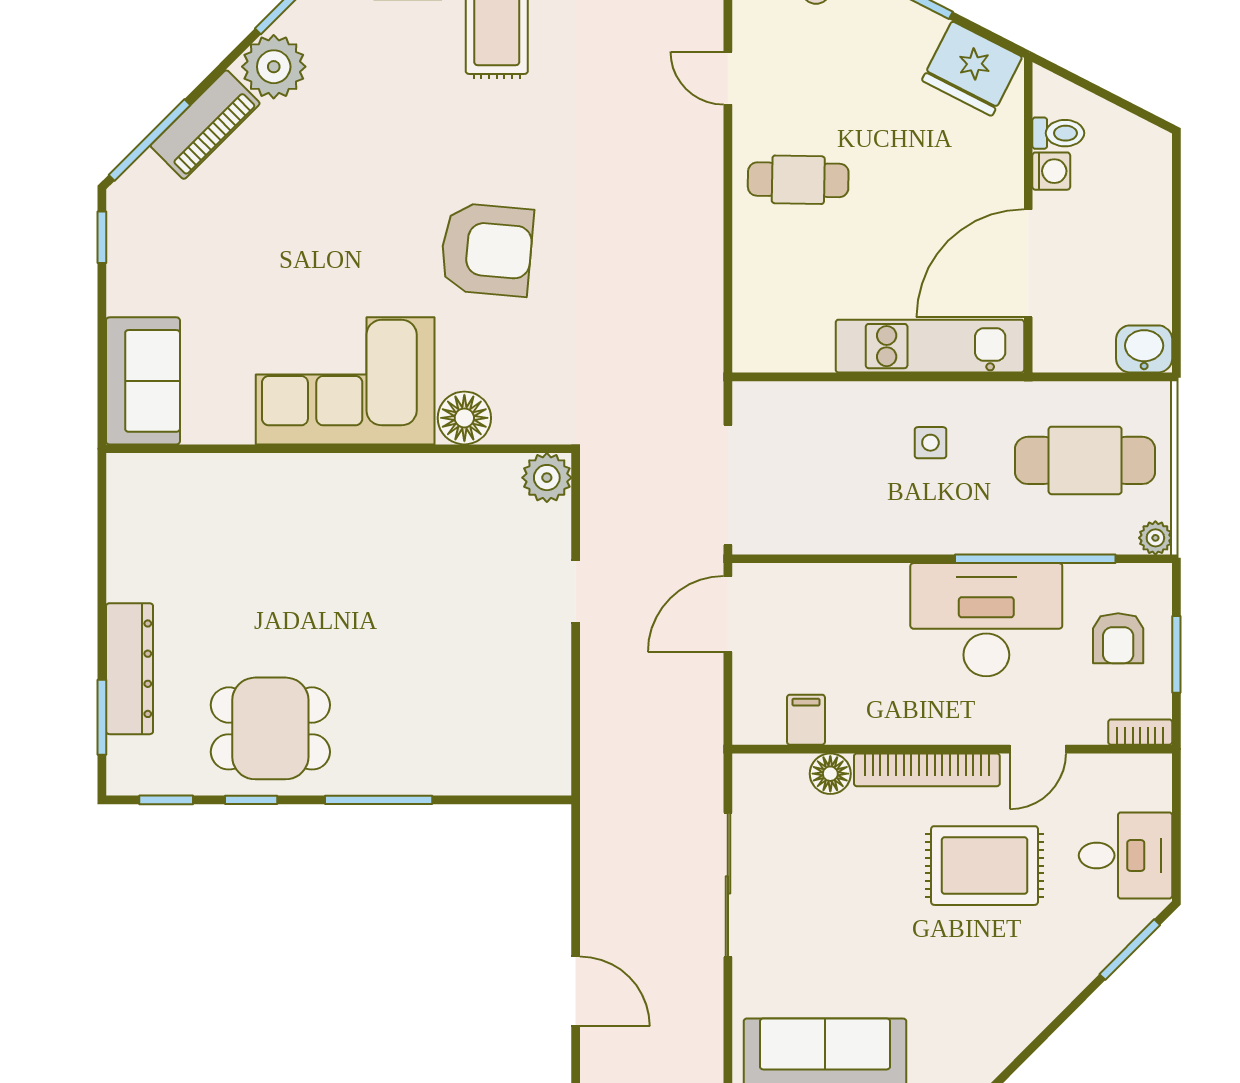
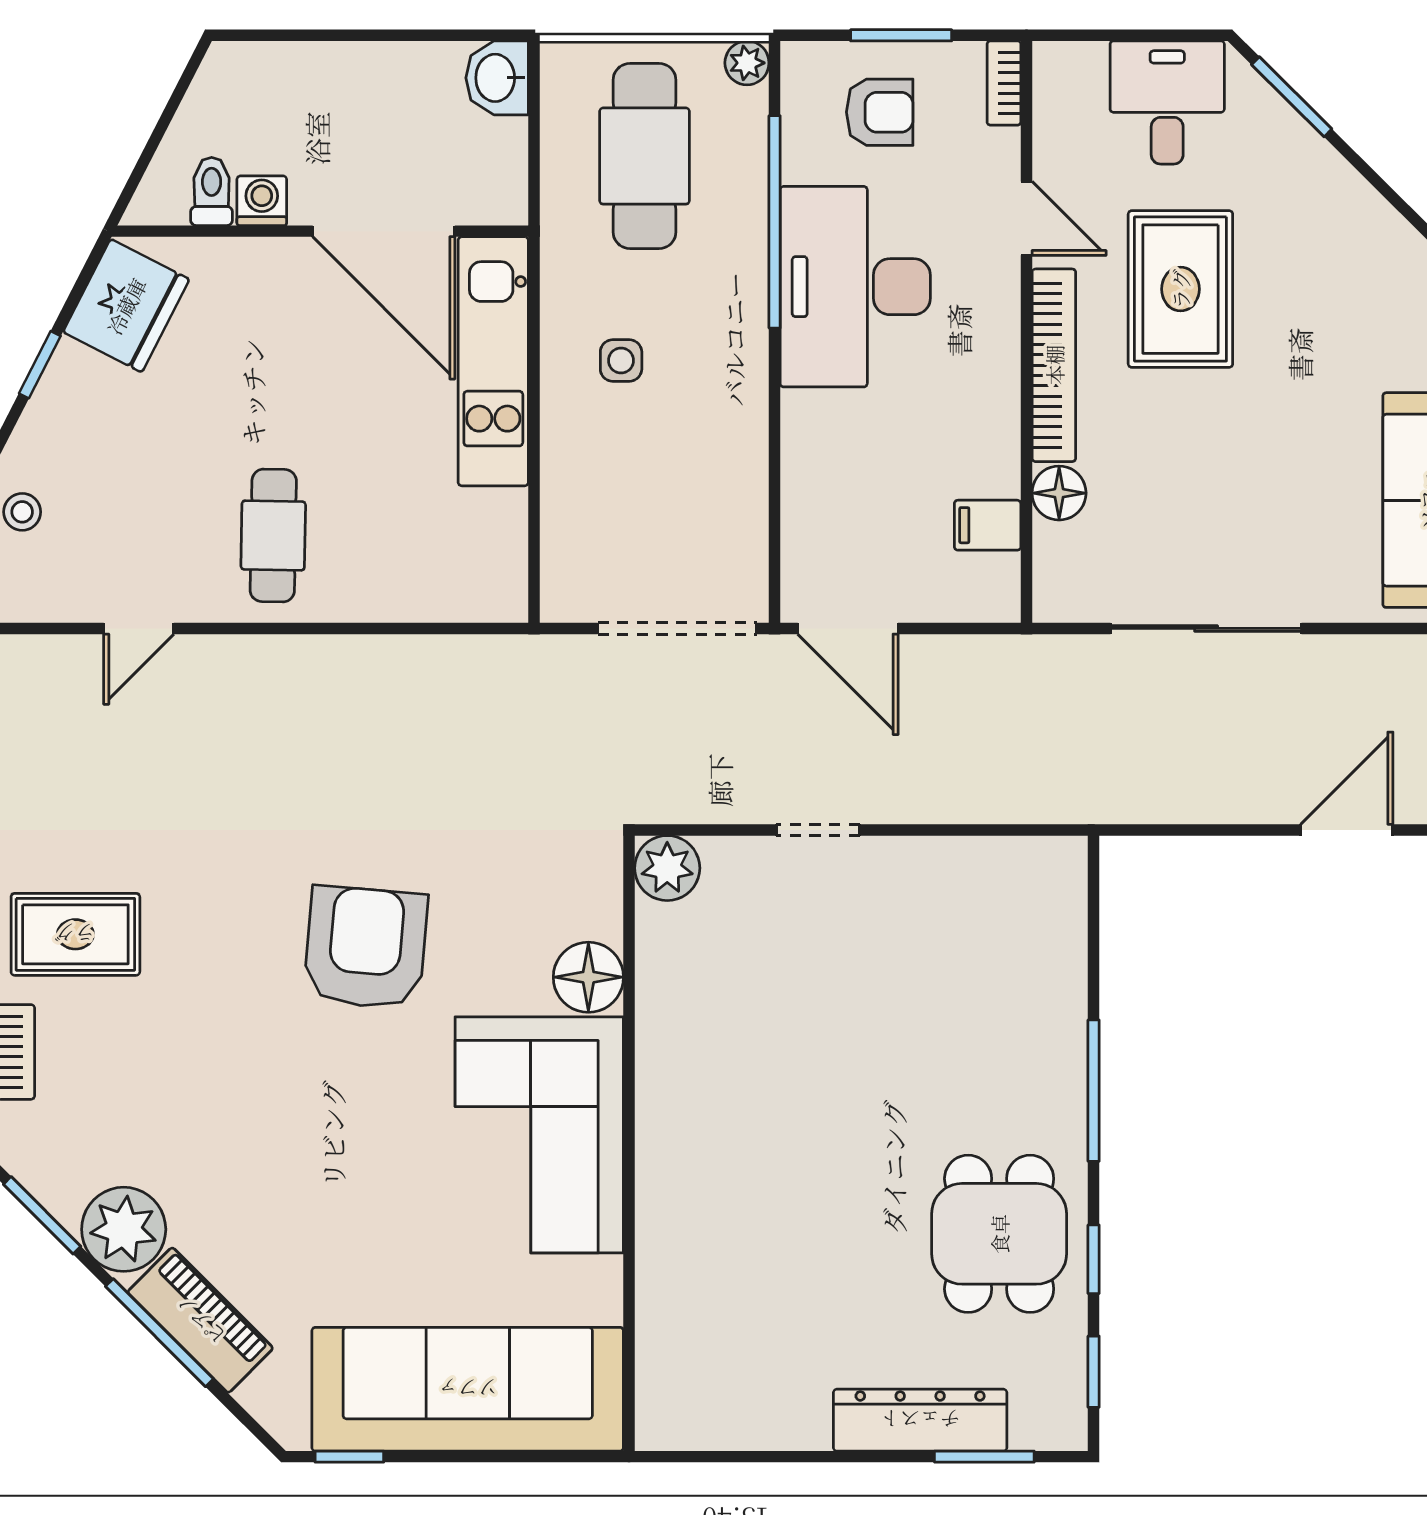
window: (149, 140) -> (159, 1333), moved
sofa: (143, 381) -> (468, 1389), width x1.85, depth x1.27

